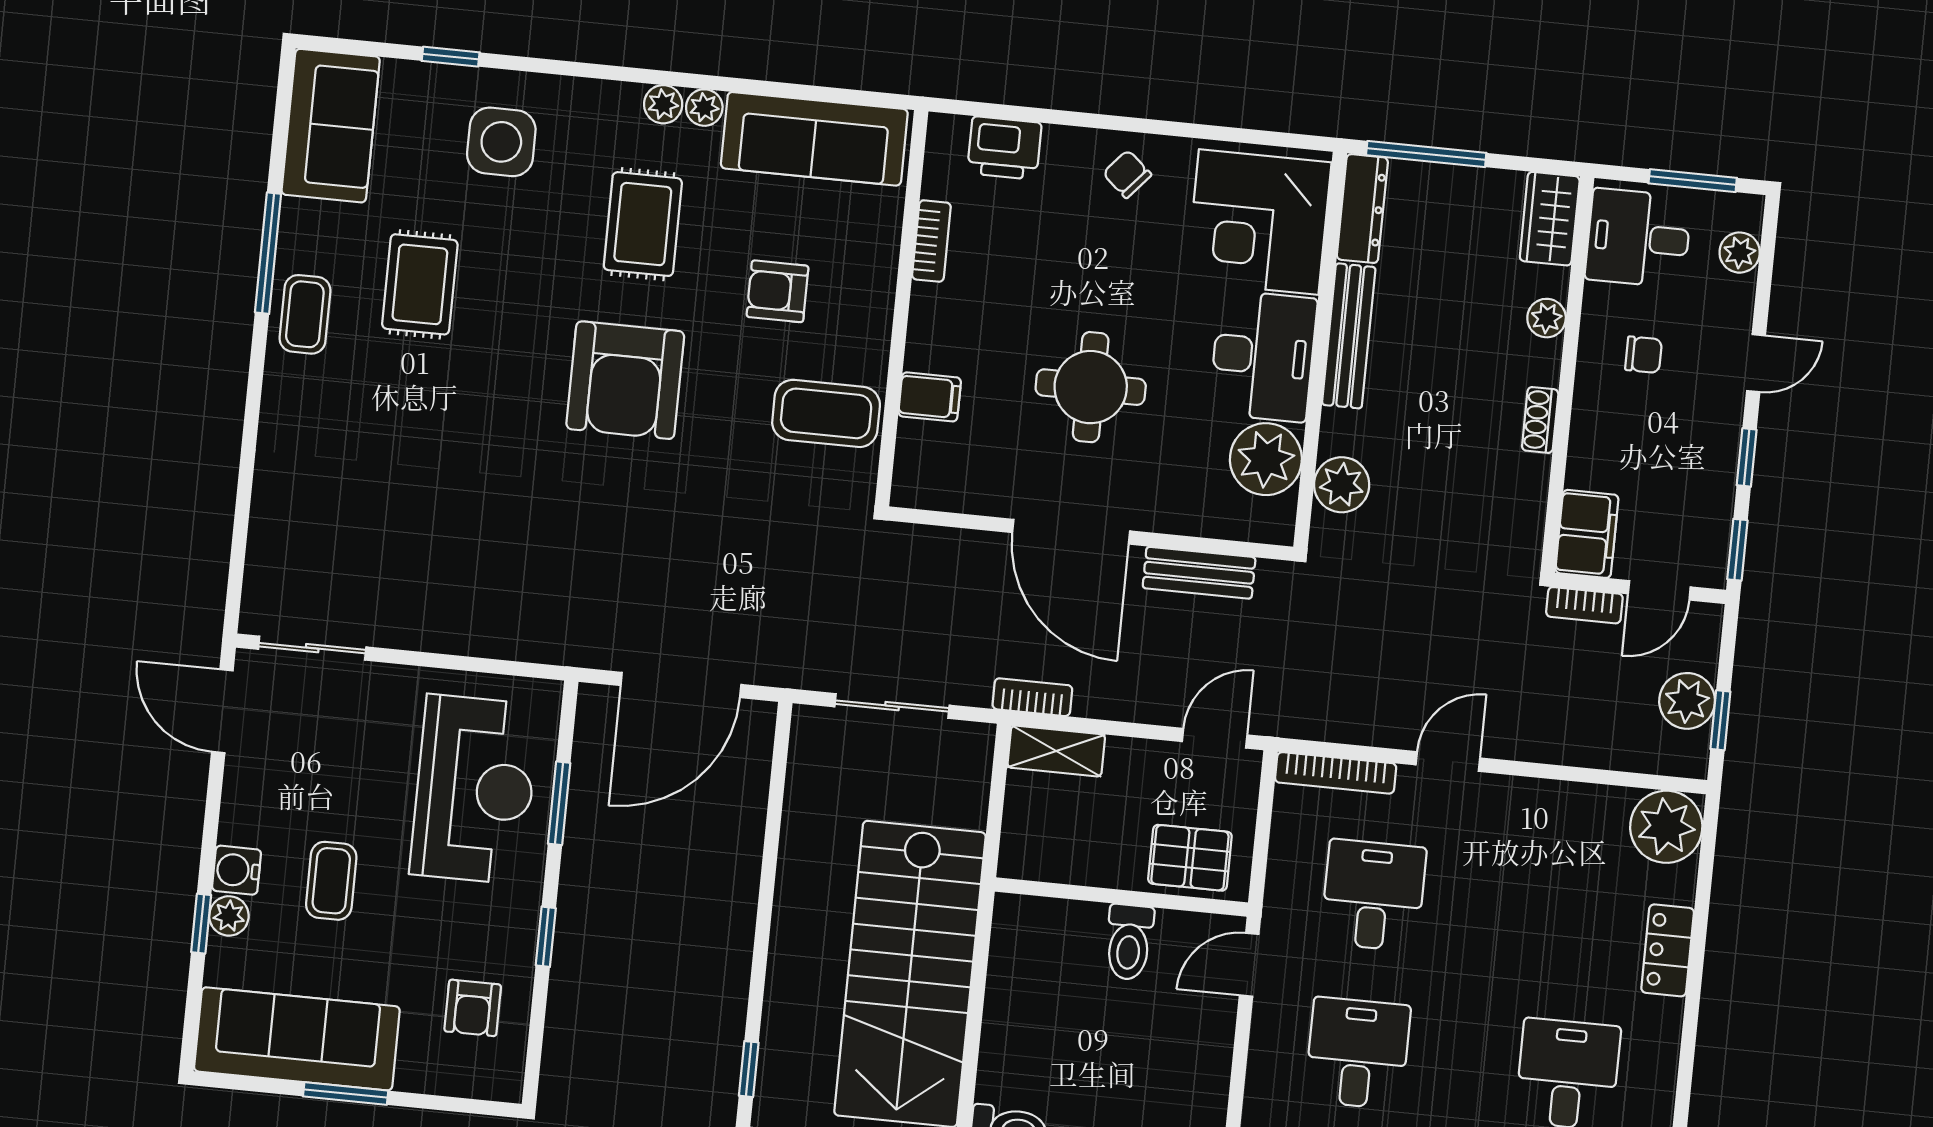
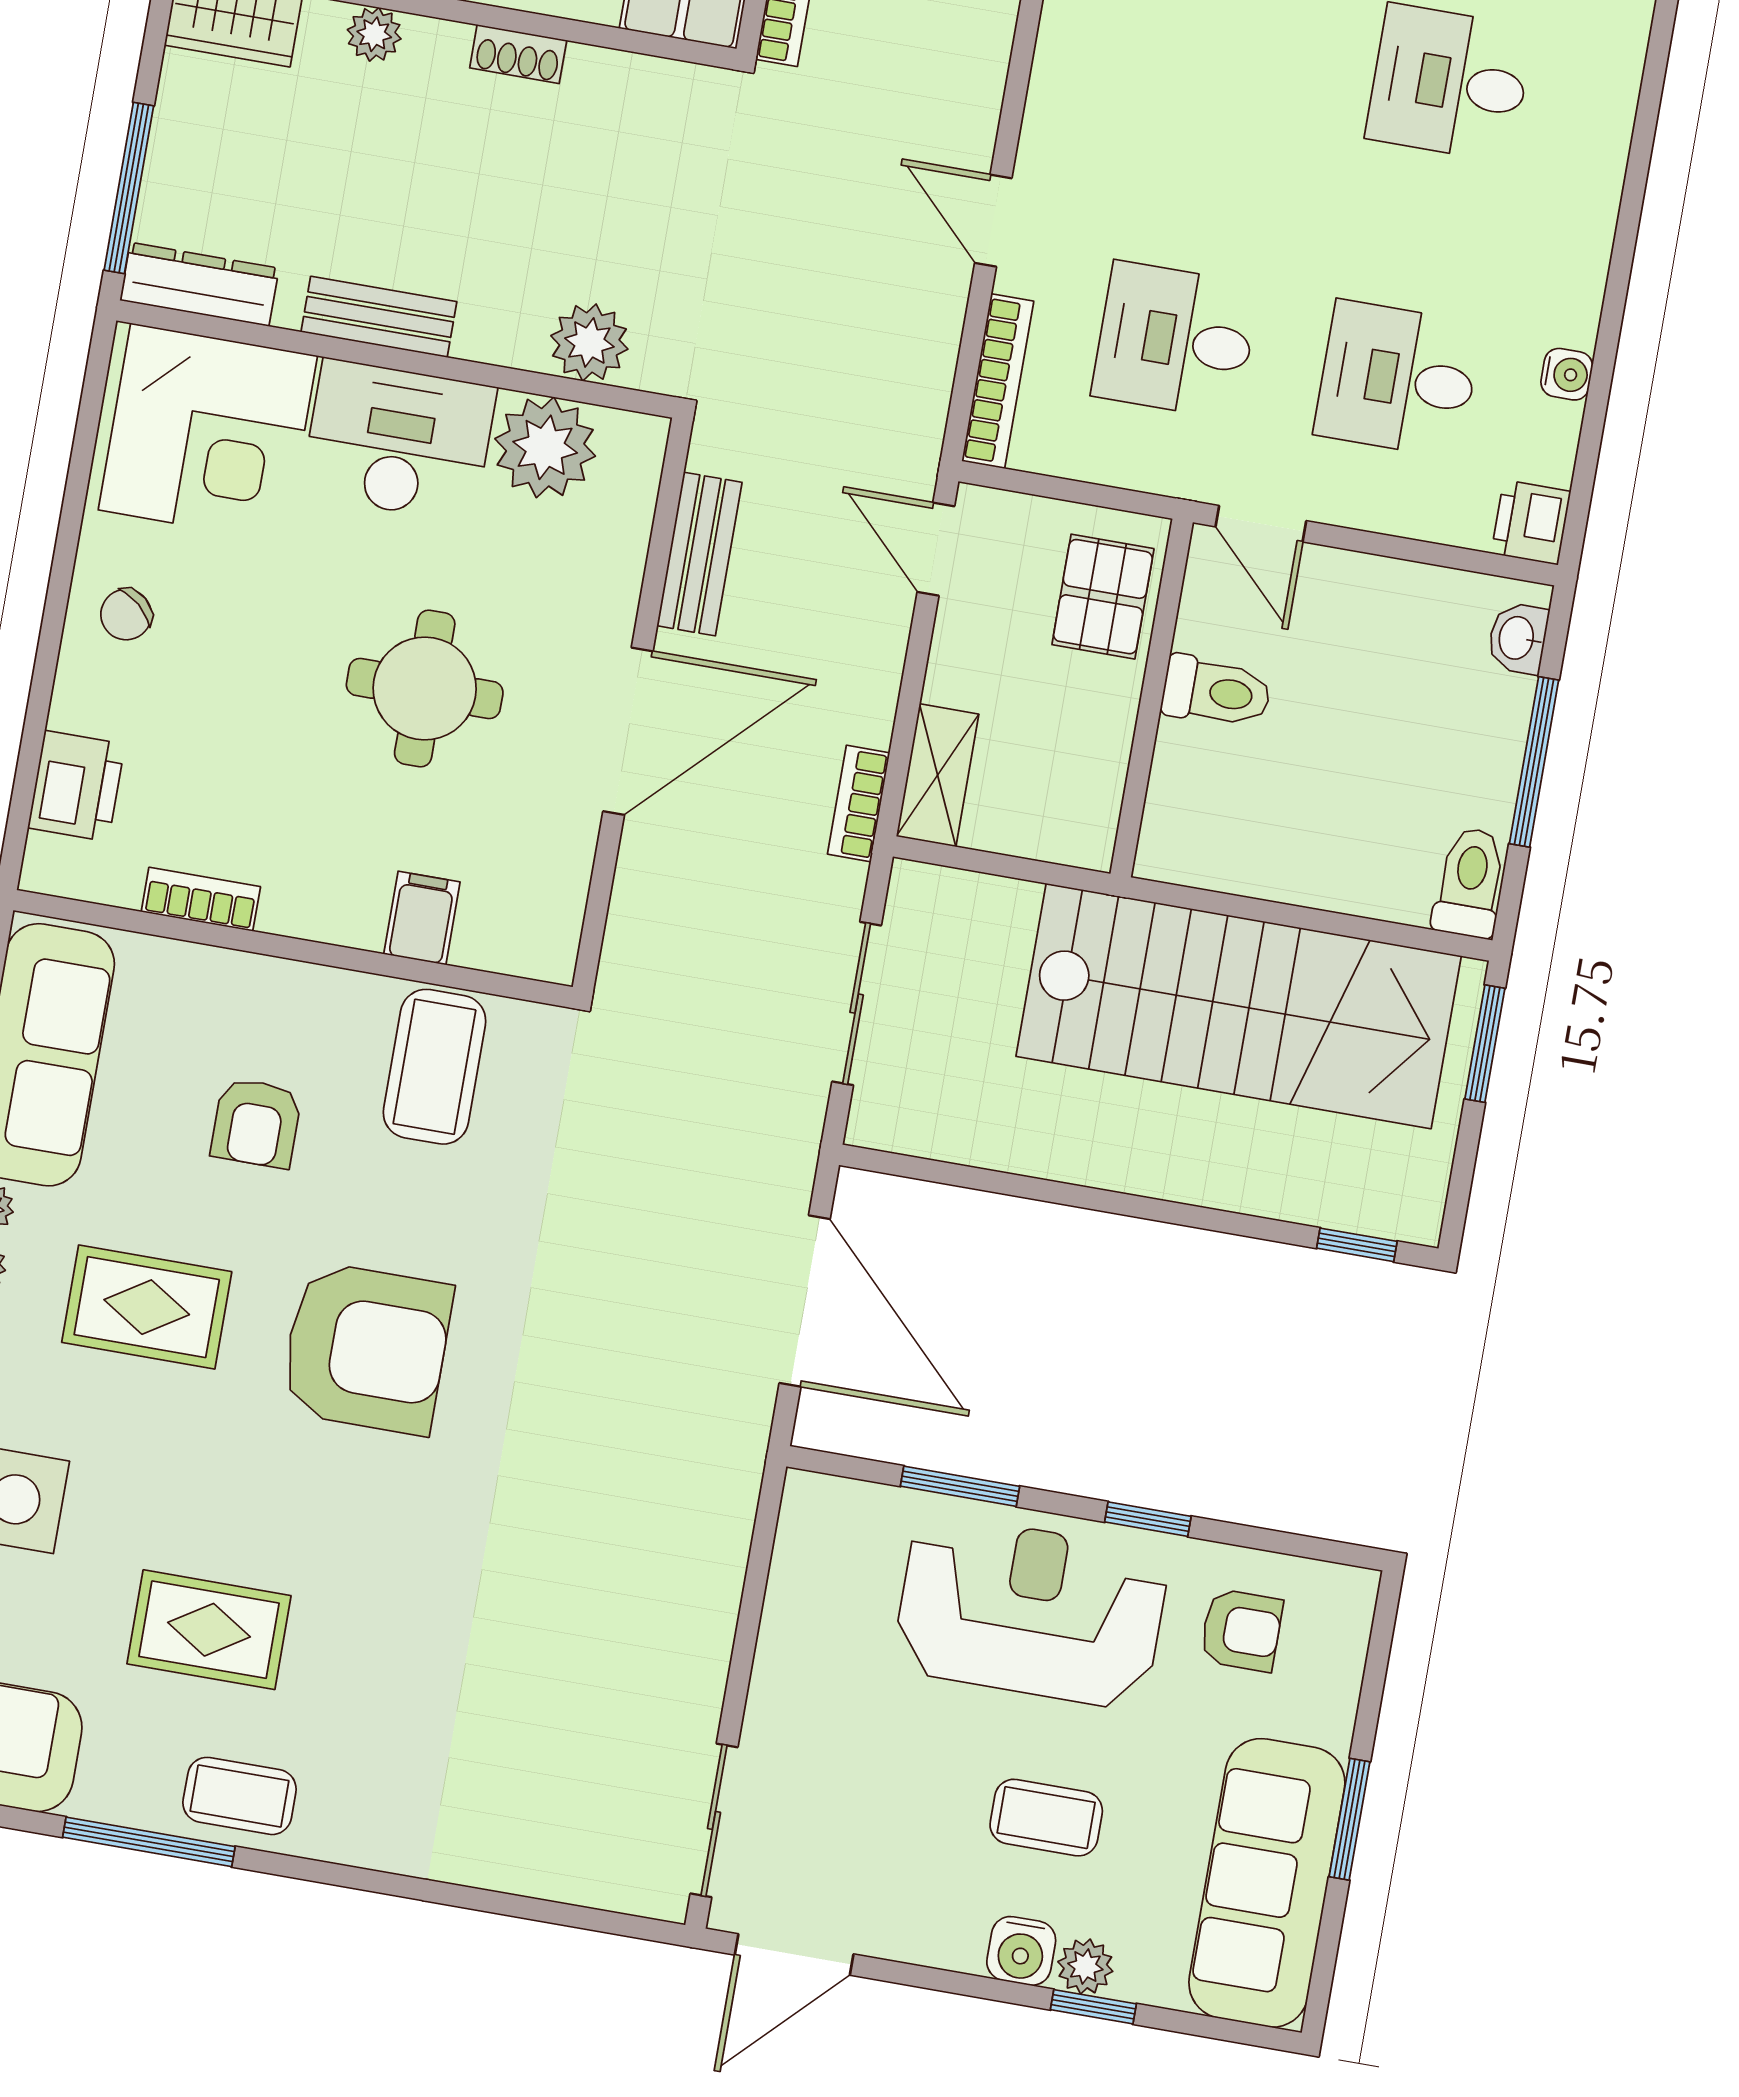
bench: (1349, 336) -> (379, 317), width x0.73
reception desk: (475, 789) -> (1031, 1611), moved

